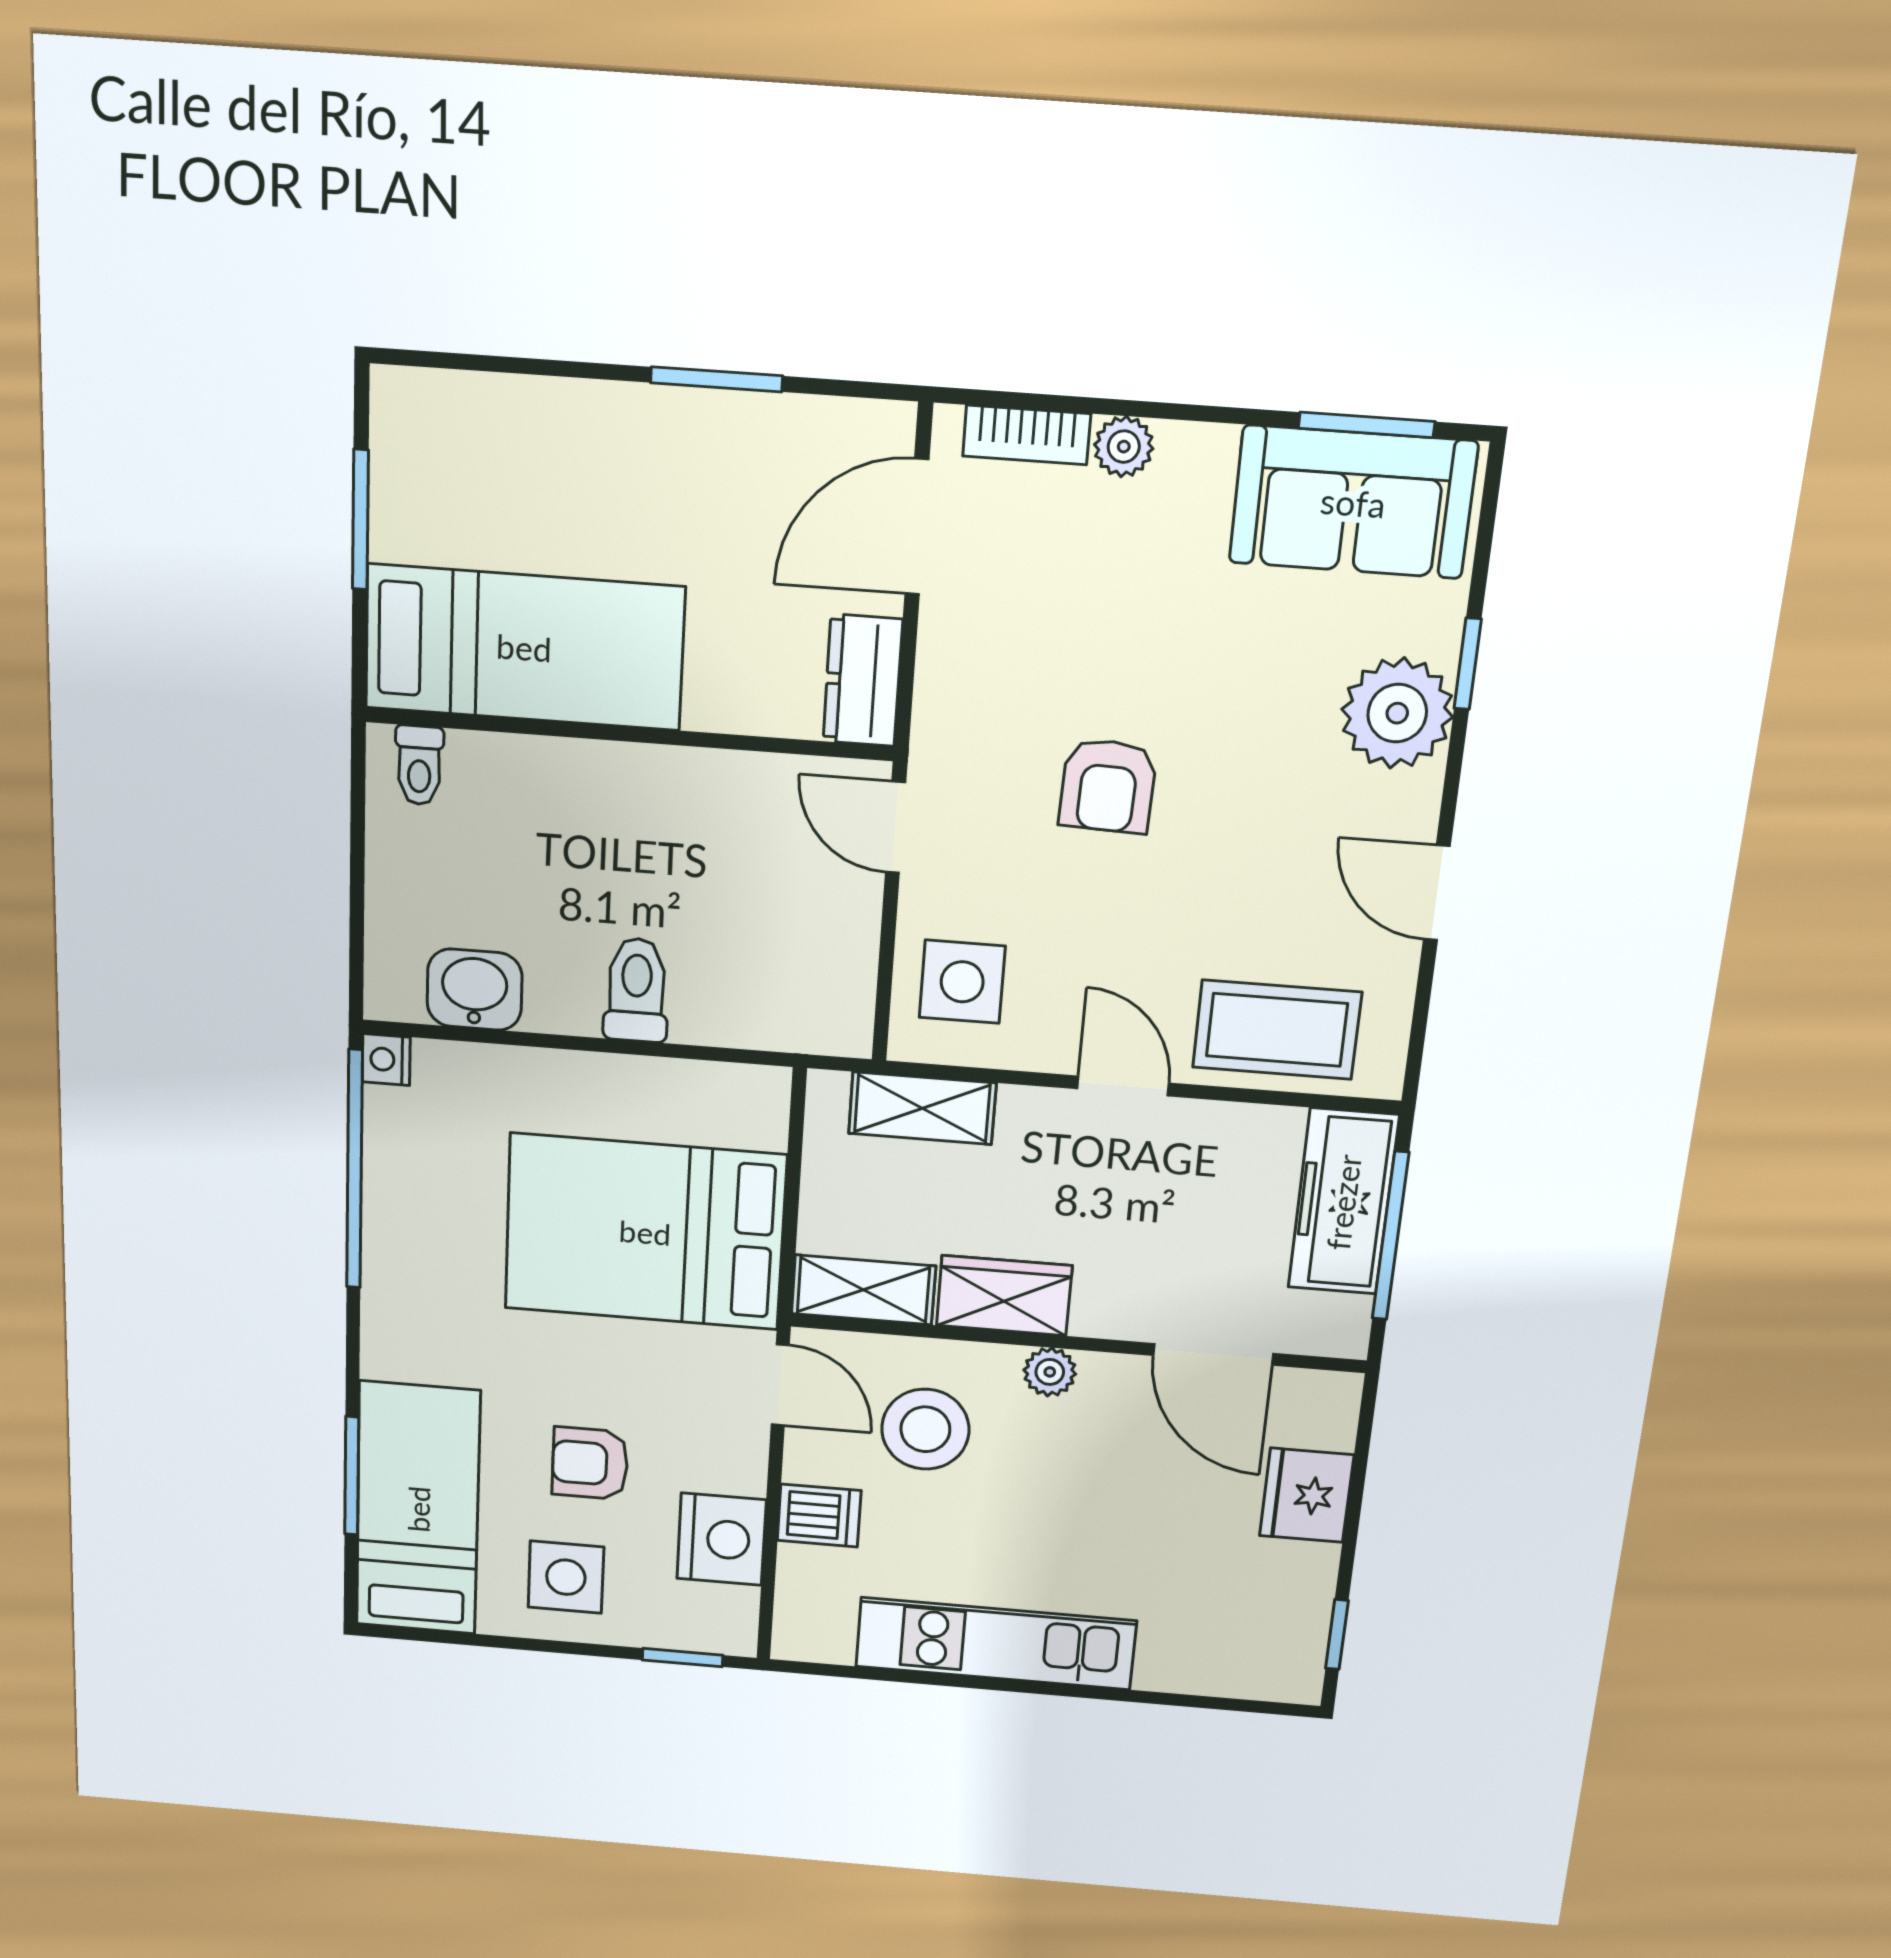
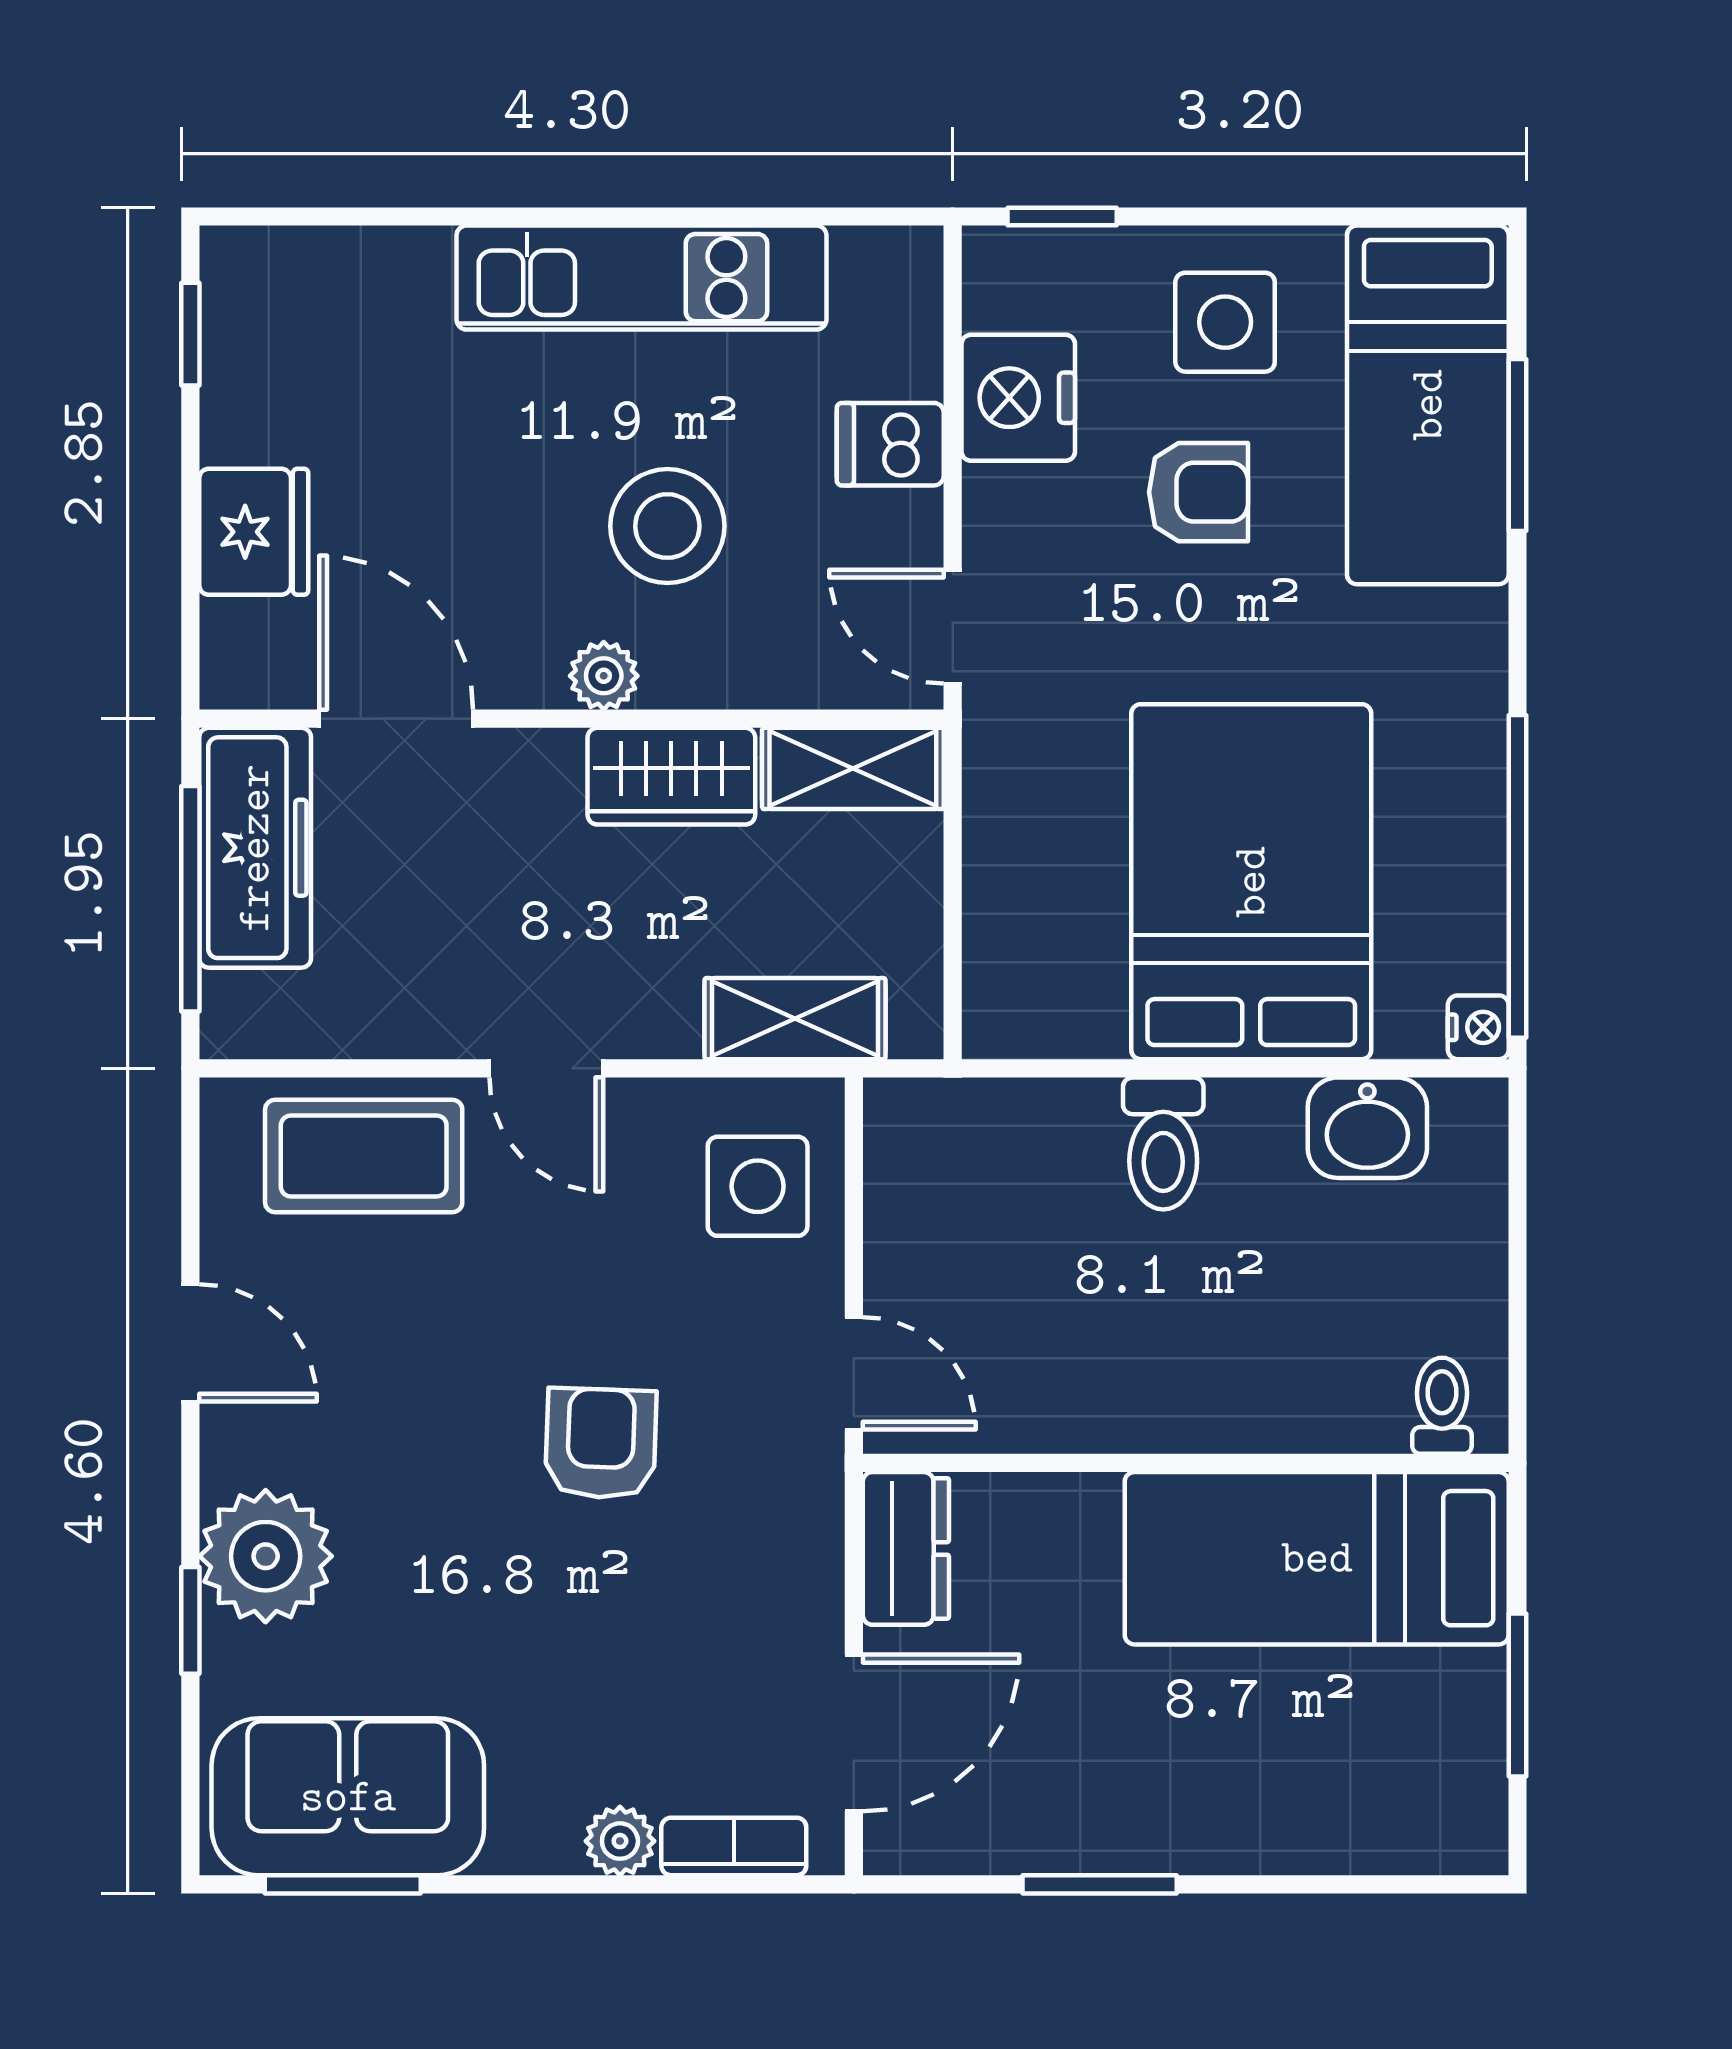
freezer: (1343, 1202) -> (255, 848), moved
bed: (645, 1232) -> (1251, 882), moved, turned -90
stool: (925, 1429) -> (667, 526), moved

